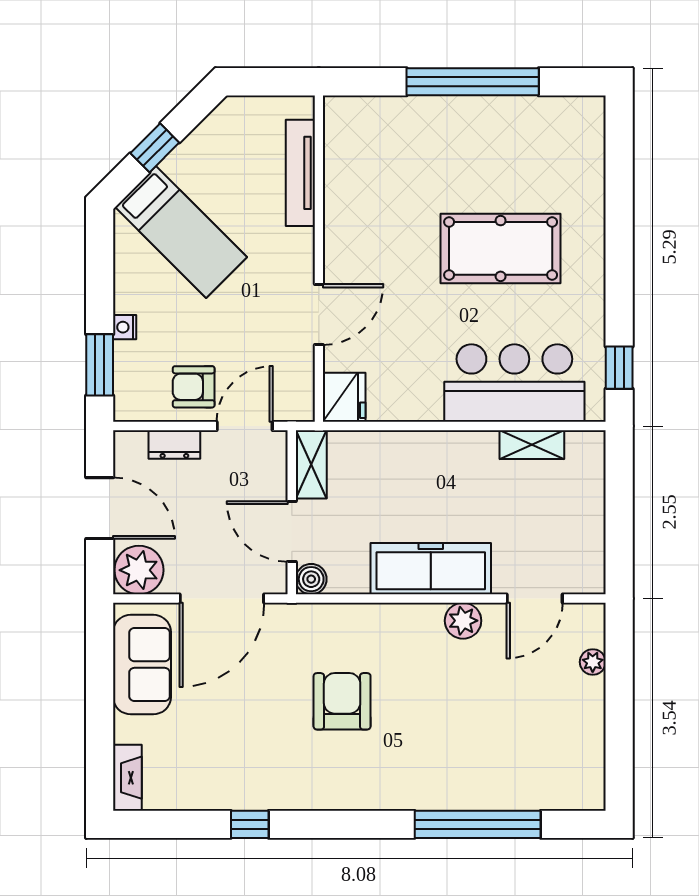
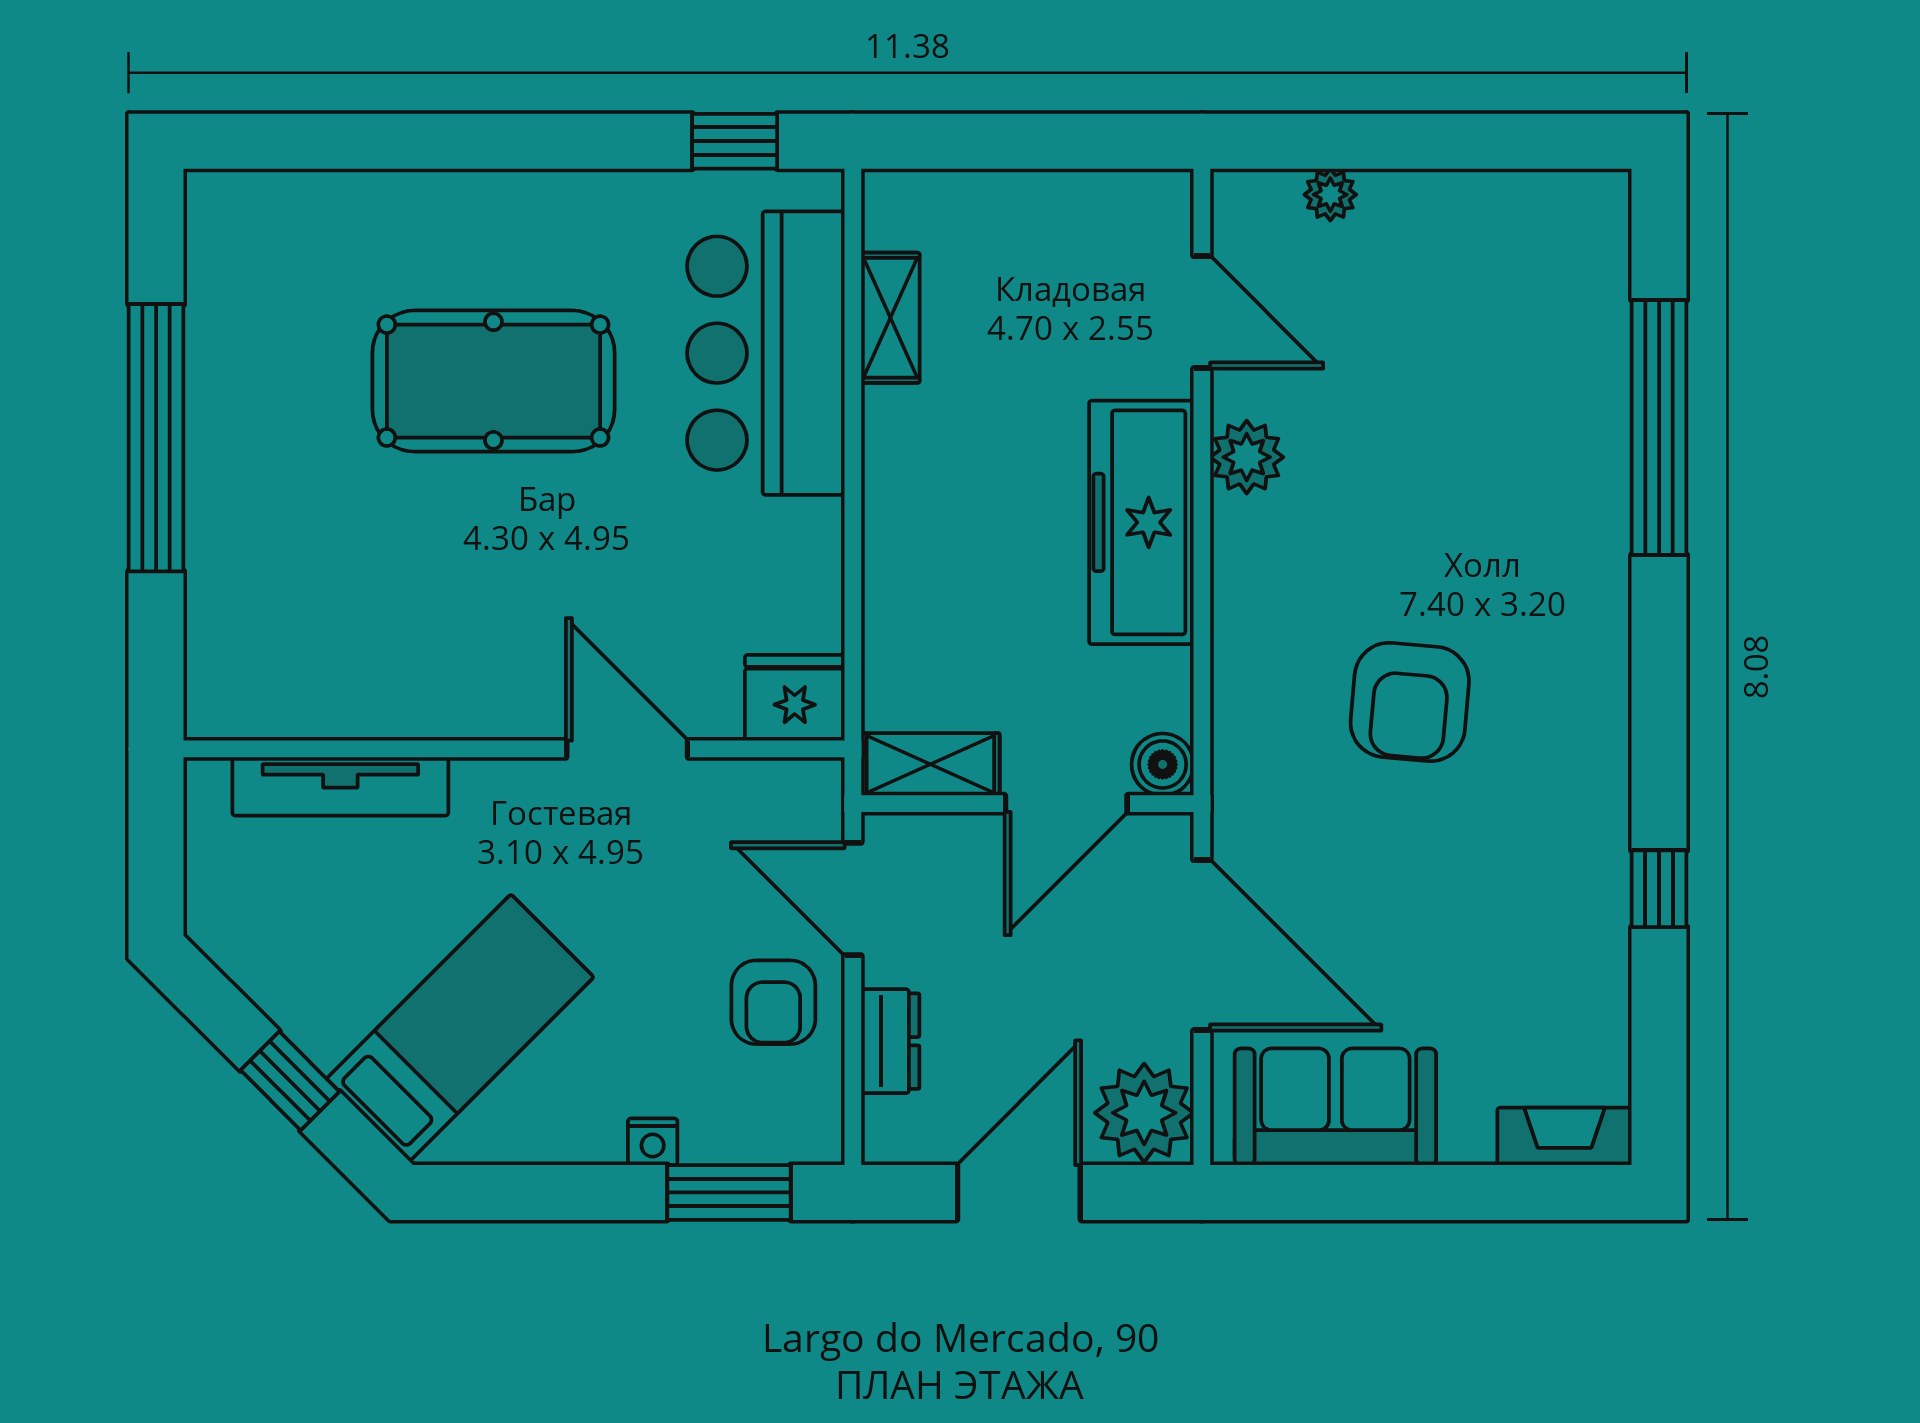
pool table: (501, 248) -> (493, 381), turned 90
armchair: (342, 701) -> (1410, 702), turned -85

